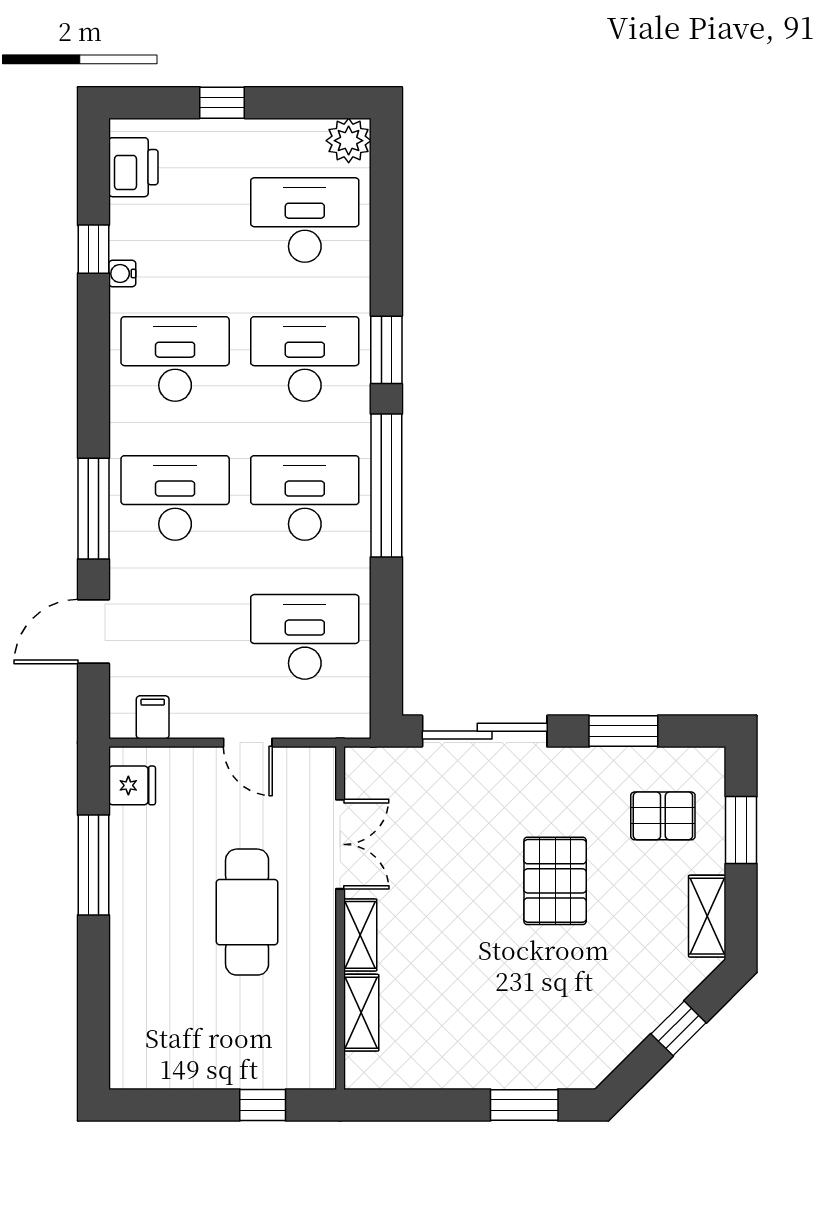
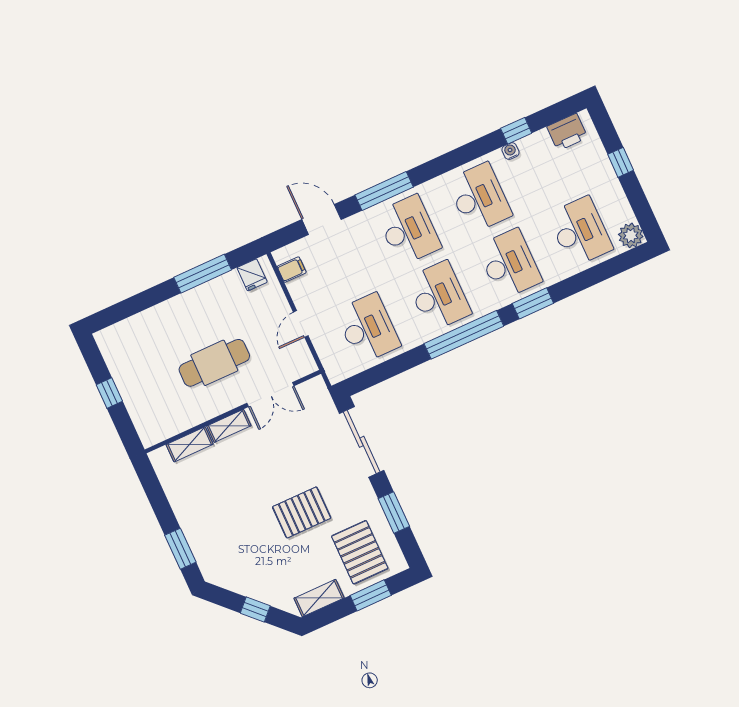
pallet: (663, 816) -> (360, 552), width x1.50, depth x1.42
window: (263, 1105) -> (109, 393), moved

